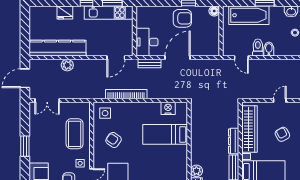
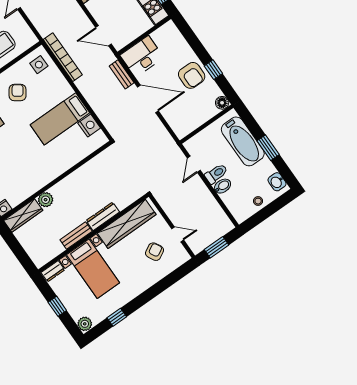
bookcase: (126, 94) -> (63, 57), moved
bed: (165, 134) -> (60, 119), moved, turned -90
armchair: (282, 134) -> (155, 252), moved

